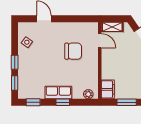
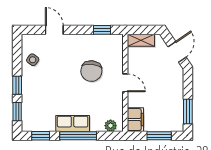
window: (82, 19) -> (102, 30), added
door: (100, 41) -> (125, 83), moved
chair: (73, 51) -> (91, 71), turned 96
window: (63, 102) -> (78, 136), width x2.17

